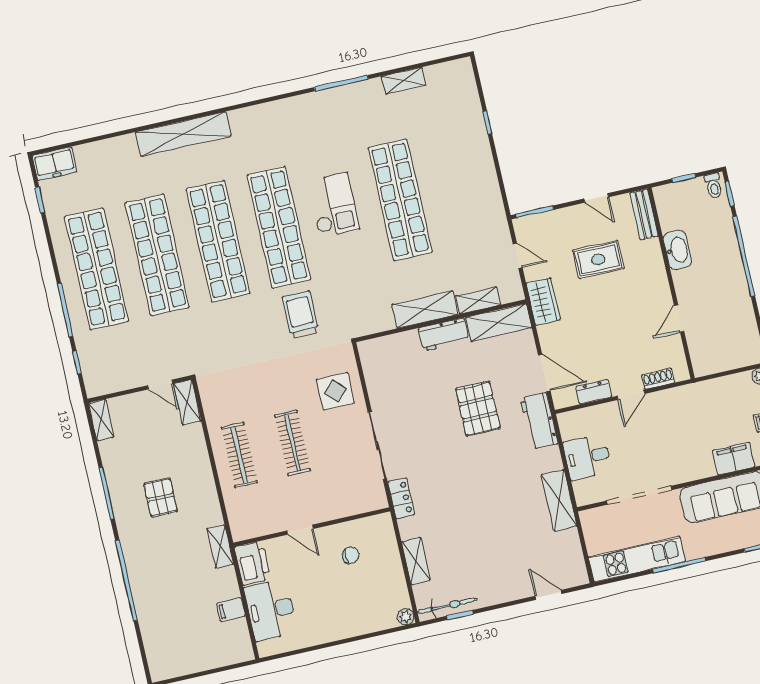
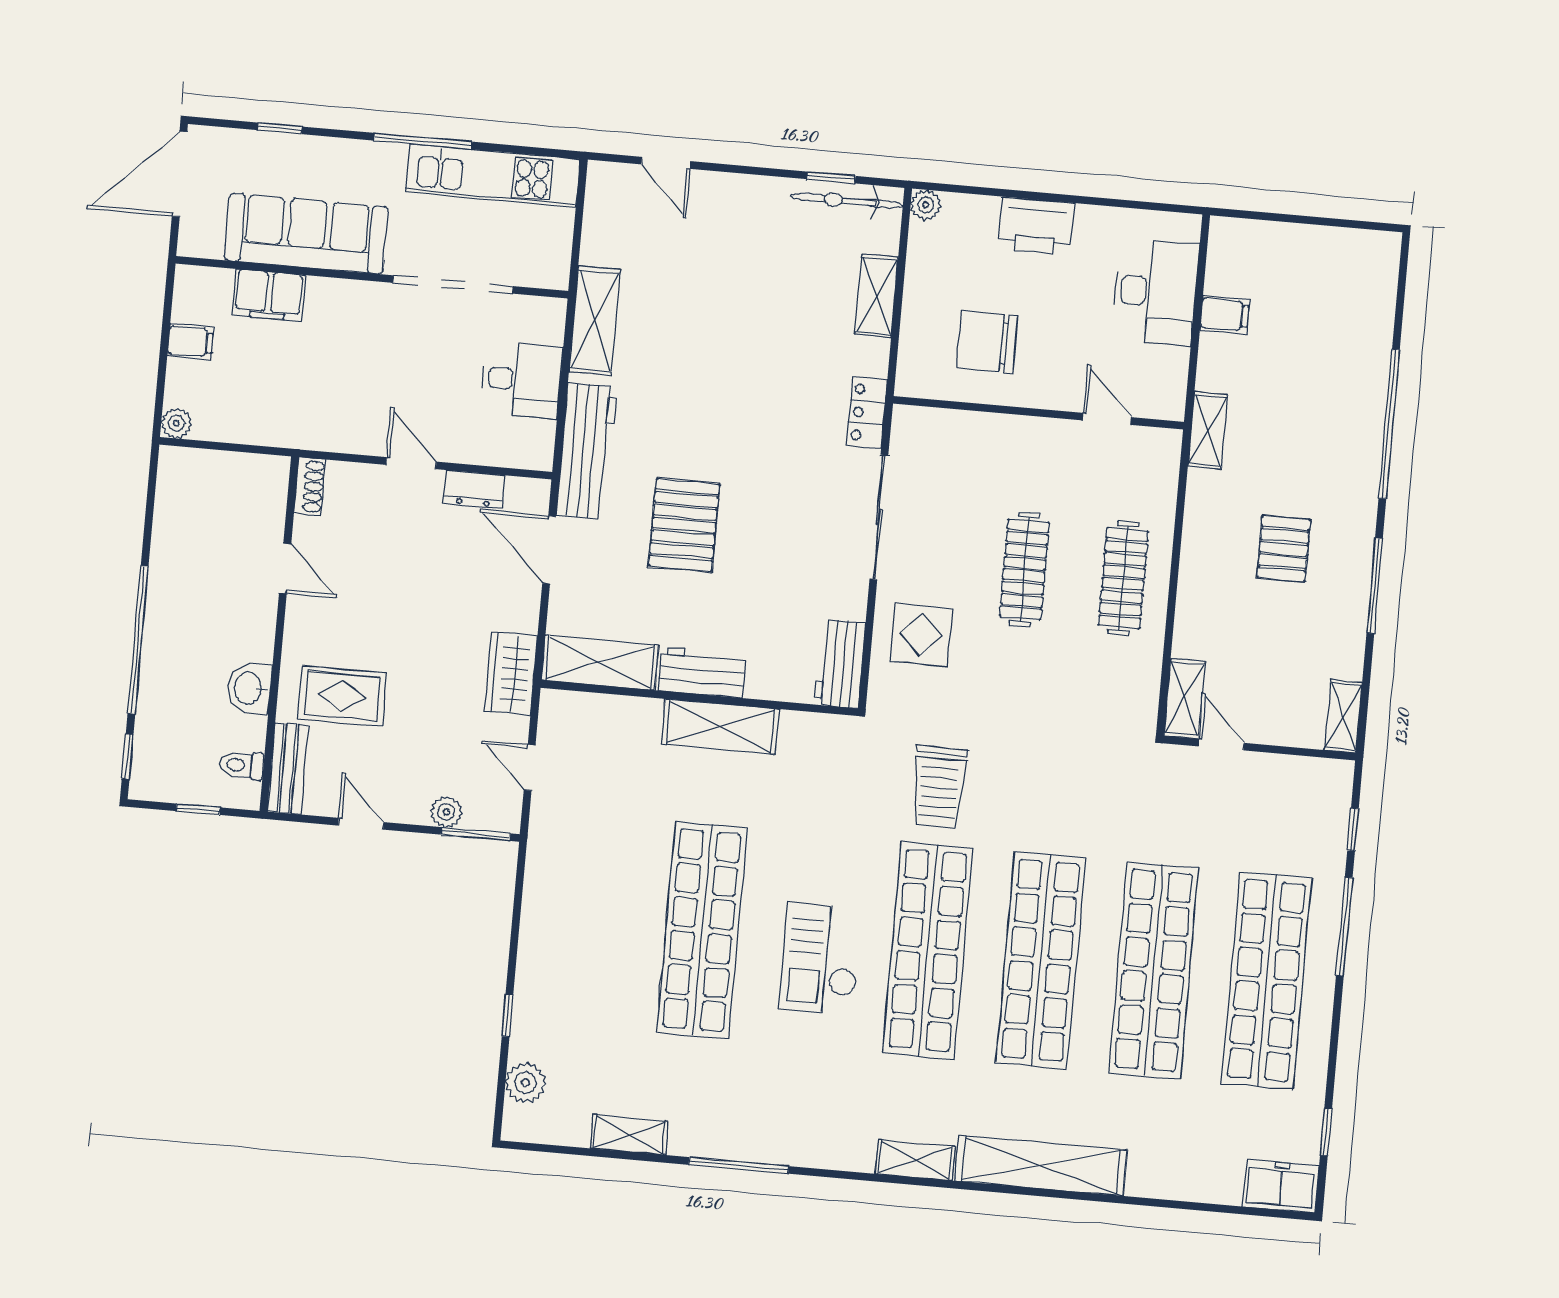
plant: (467, 90) -> (526, 1083), added
toilet: (714, 186) -> (242, 765), moved, turned -90
plant: (554, 219) -> (446, 812), added
washbasin: (678, 250) -> (249, 688), width x0.72
rug: (598, 259) -> (342, 696), moved
shelving: (478, 300) -> (915, 1160), moved
door: (679, 319) -> (285, 569), hinge flipped
workbench: (373, 362) -> (840, 664), added
shoe rack: (658, 379) -> (310, 486), moved, turned -90
door: (631, 395) -> (411, 463), hinge flipped
workbench: (539, 421) -> (587, 451), width x1.37
door: (300, 530) -> (1107, 419), moved
chair: (351, 555) -> (987, 342), width x1.87, depth x1.87
printer: (252, 563) -> (1036, 226), moved, turned -90

